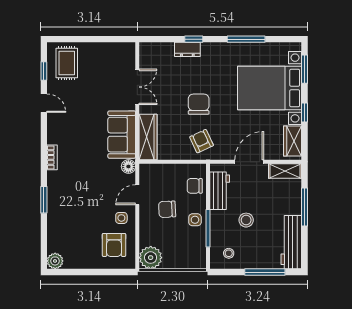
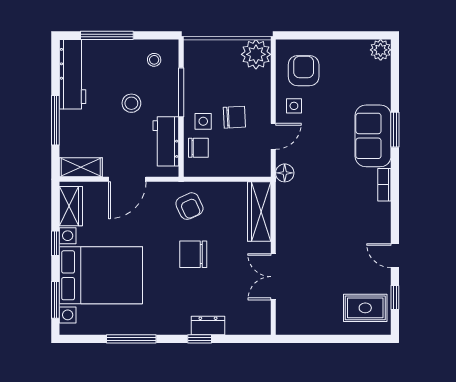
rug: (67, 63) -> (365, 308), turned 90
chair: (199, 104) -> (193, 254), turned 90
sofa: (122, 135) -> (373, 136), moved, turned 180
side table: (195, 220) -> (203, 121), moved

